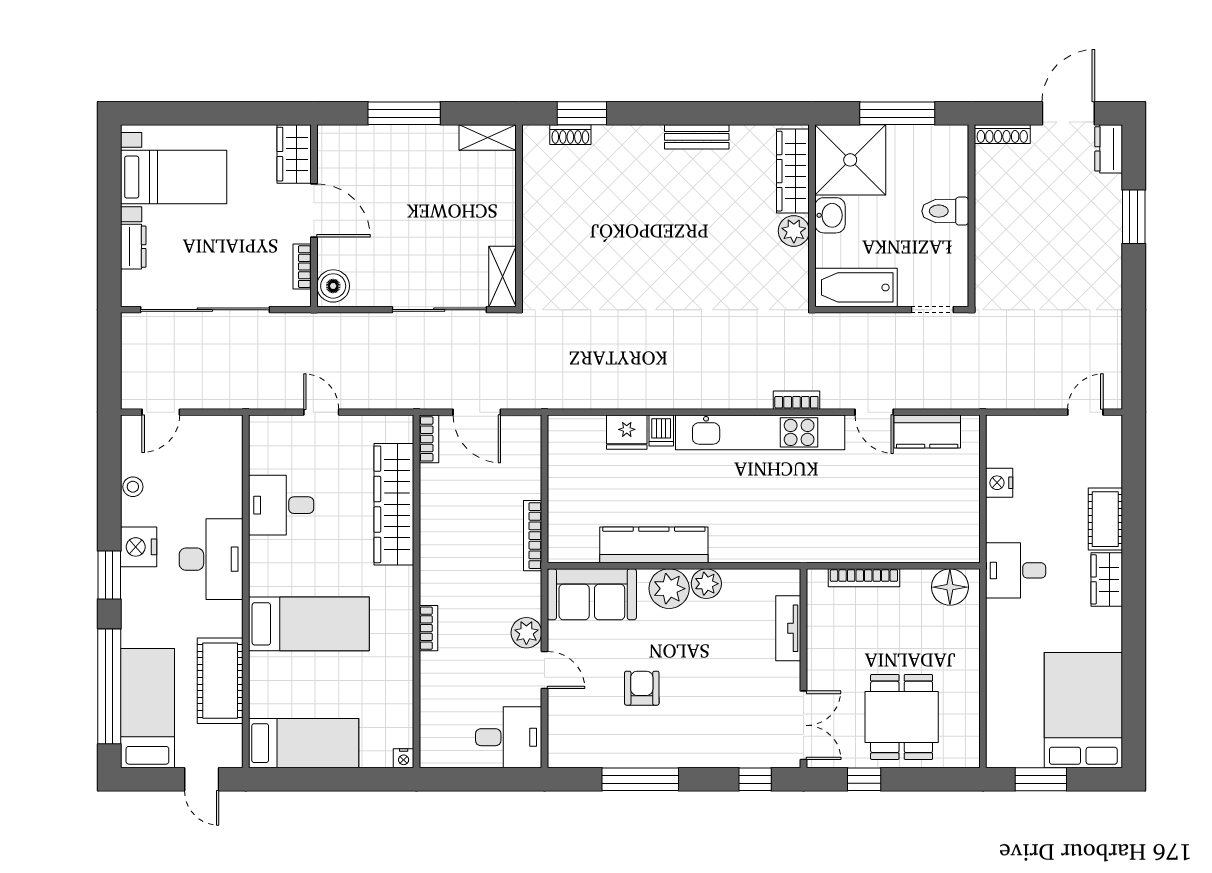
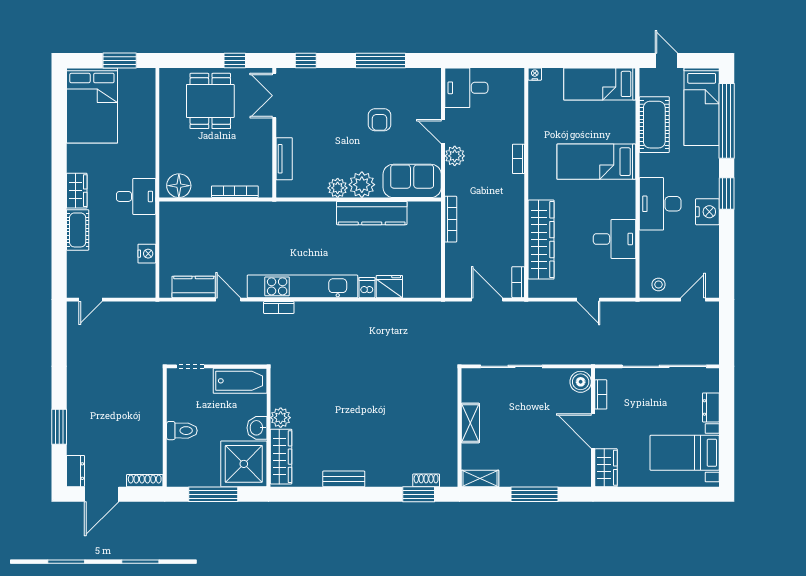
shelving: (502, 276) -> (470, 423), moved
stool: (133, 487) -> (658, 284), moved

